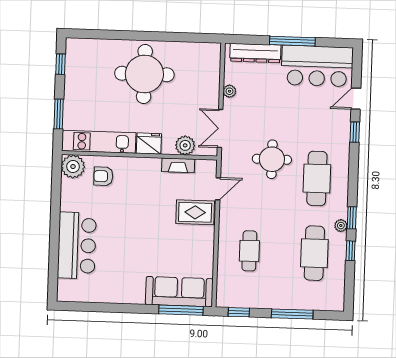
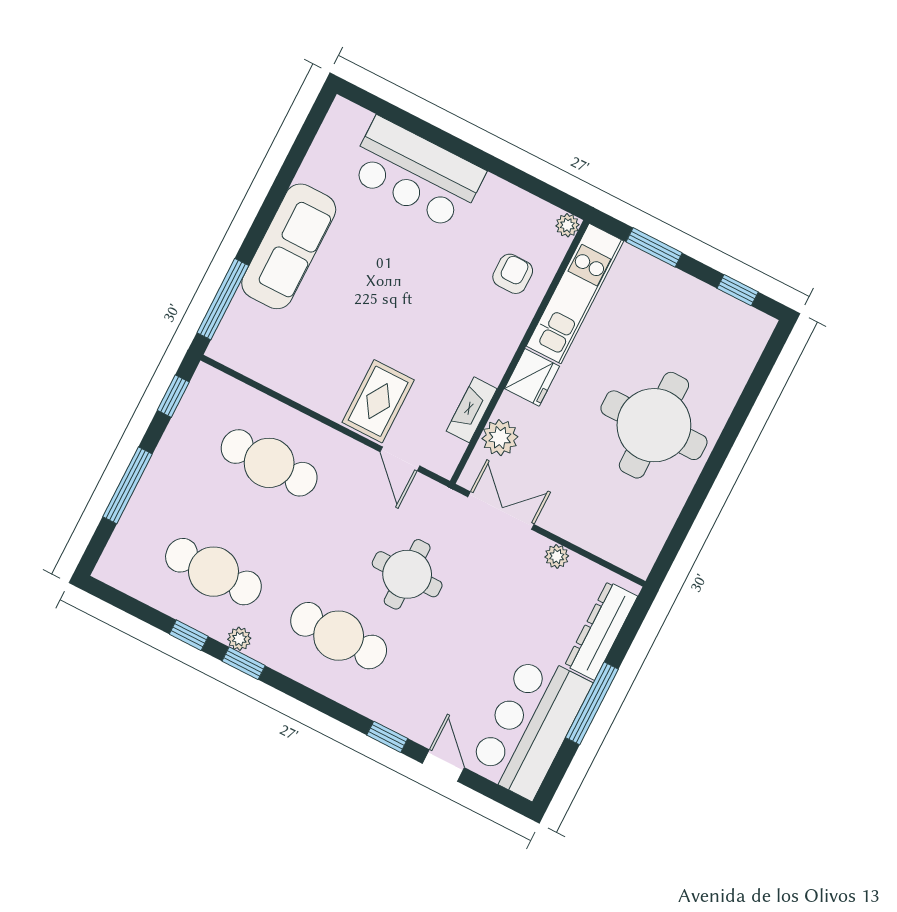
plant: (73, 167) -> (567, 225), width x0.53, depth x0.53
cafe table: (249, 251) -> (269, 463), width x1.37, depth x1.35
sofa: (179, 292) -> (289, 246), moved

